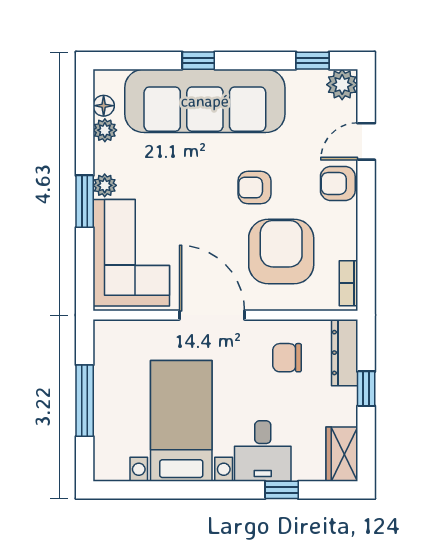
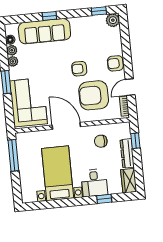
sofa: (205, 101) -> (44, 31), width x0.74, depth x0.79
door: (366, 141) -> (130, 87), moved
plant: (105, 185) -> (13, 61), moved
armchair: (281, 252) -> (94, 95), turned -90
dresser: (345, 353) -> (127, 153), moved
window: (366, 389) -> (135, 141), moved
window: (85, 401) -> (13, 155), moved

